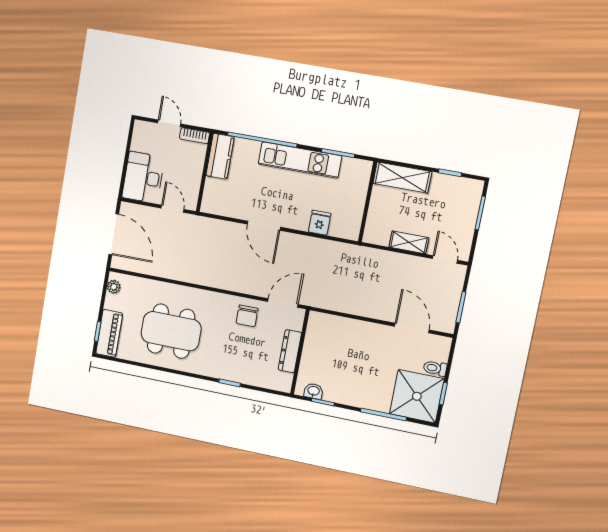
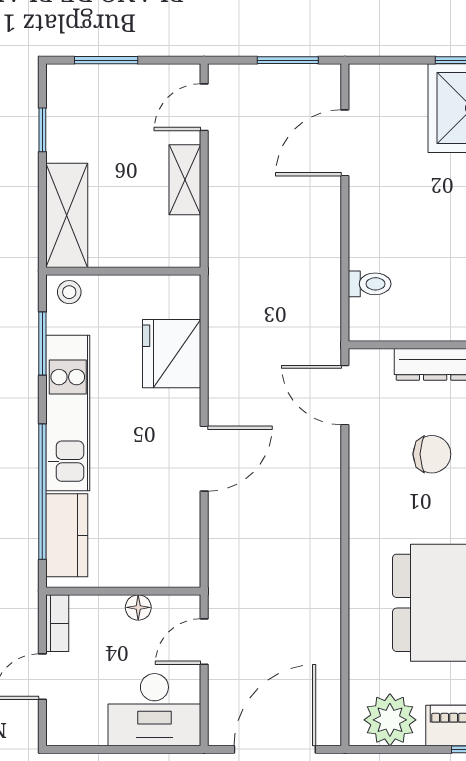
kitchen counter: (220, 156) -> (67, 535), moved, turned 90
stool: (362, 172) -> (69, 292), added
floor lamp: (195, 178) -> (138, 607), added
fridge: (320, 223) -> (172, 354), width x1.88, depth x1.34
plant: (114, 287) -> (390, 720), width x1.88, depth x1.88
chair: (247, 316) -> (432, 454), moved
toilet: (435, 368) -> (370, 284), moved, turned -90

